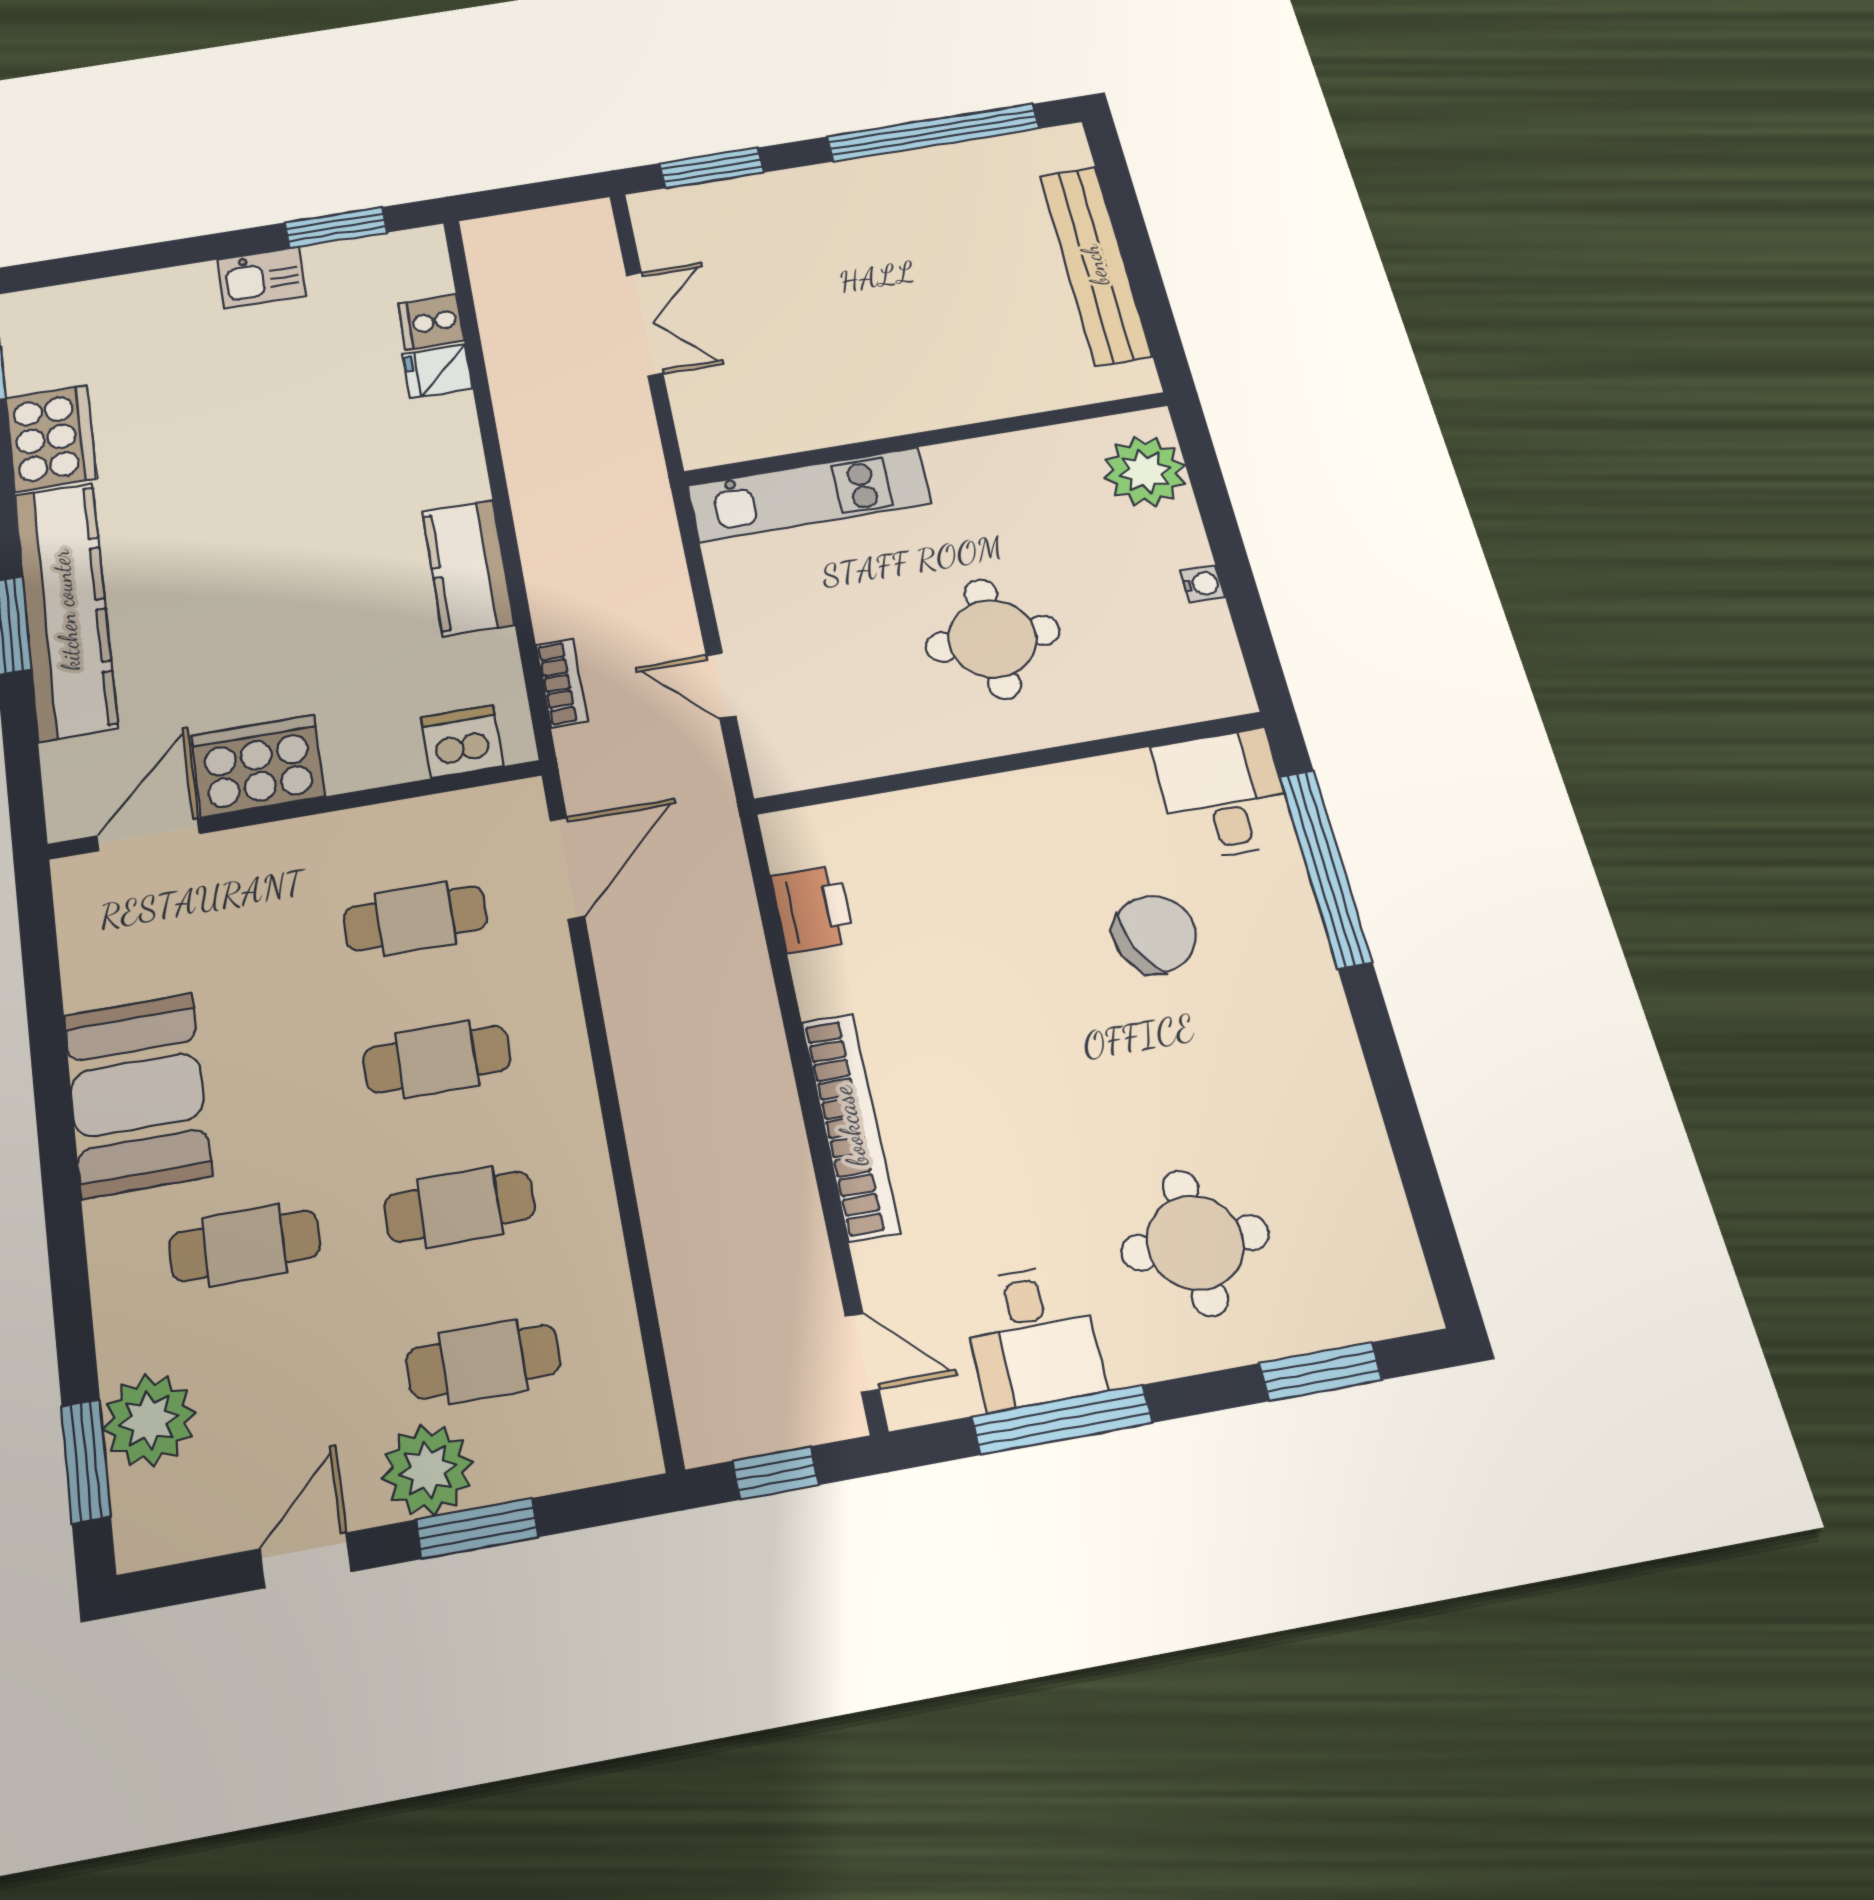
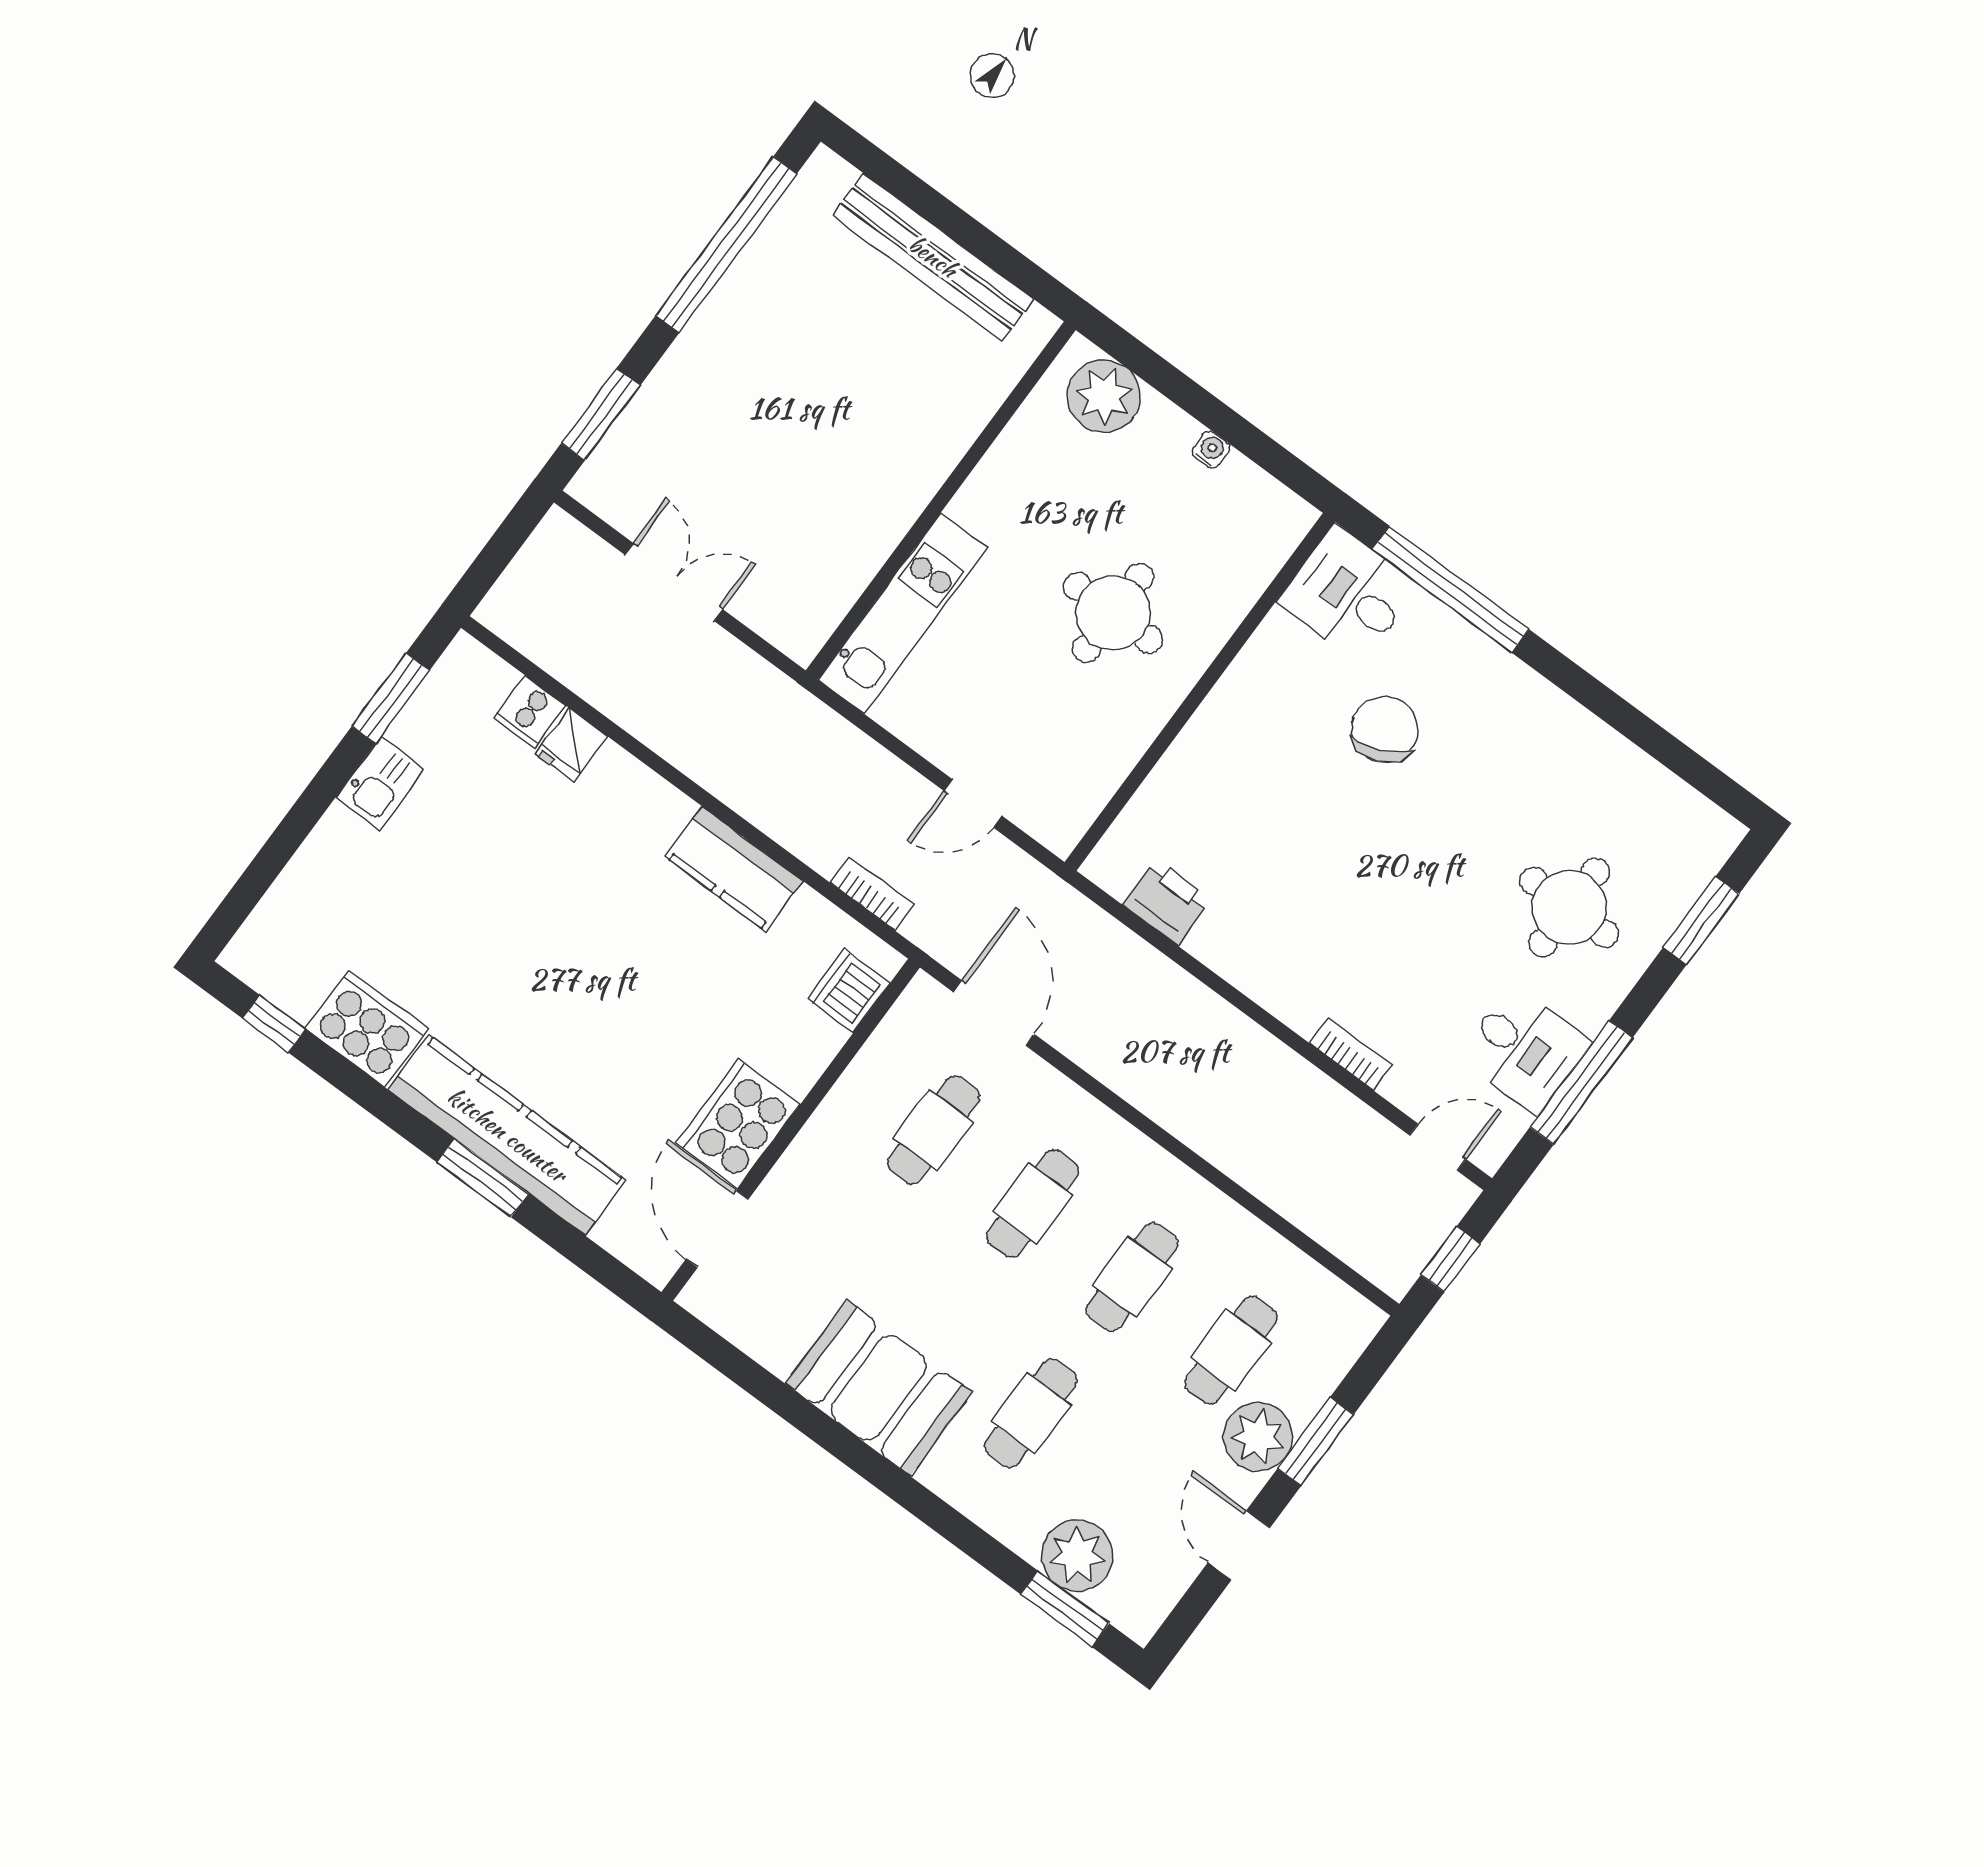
bookcase: (850, 1126) -> (1351, 1054), width x0.43, depth x0.76

